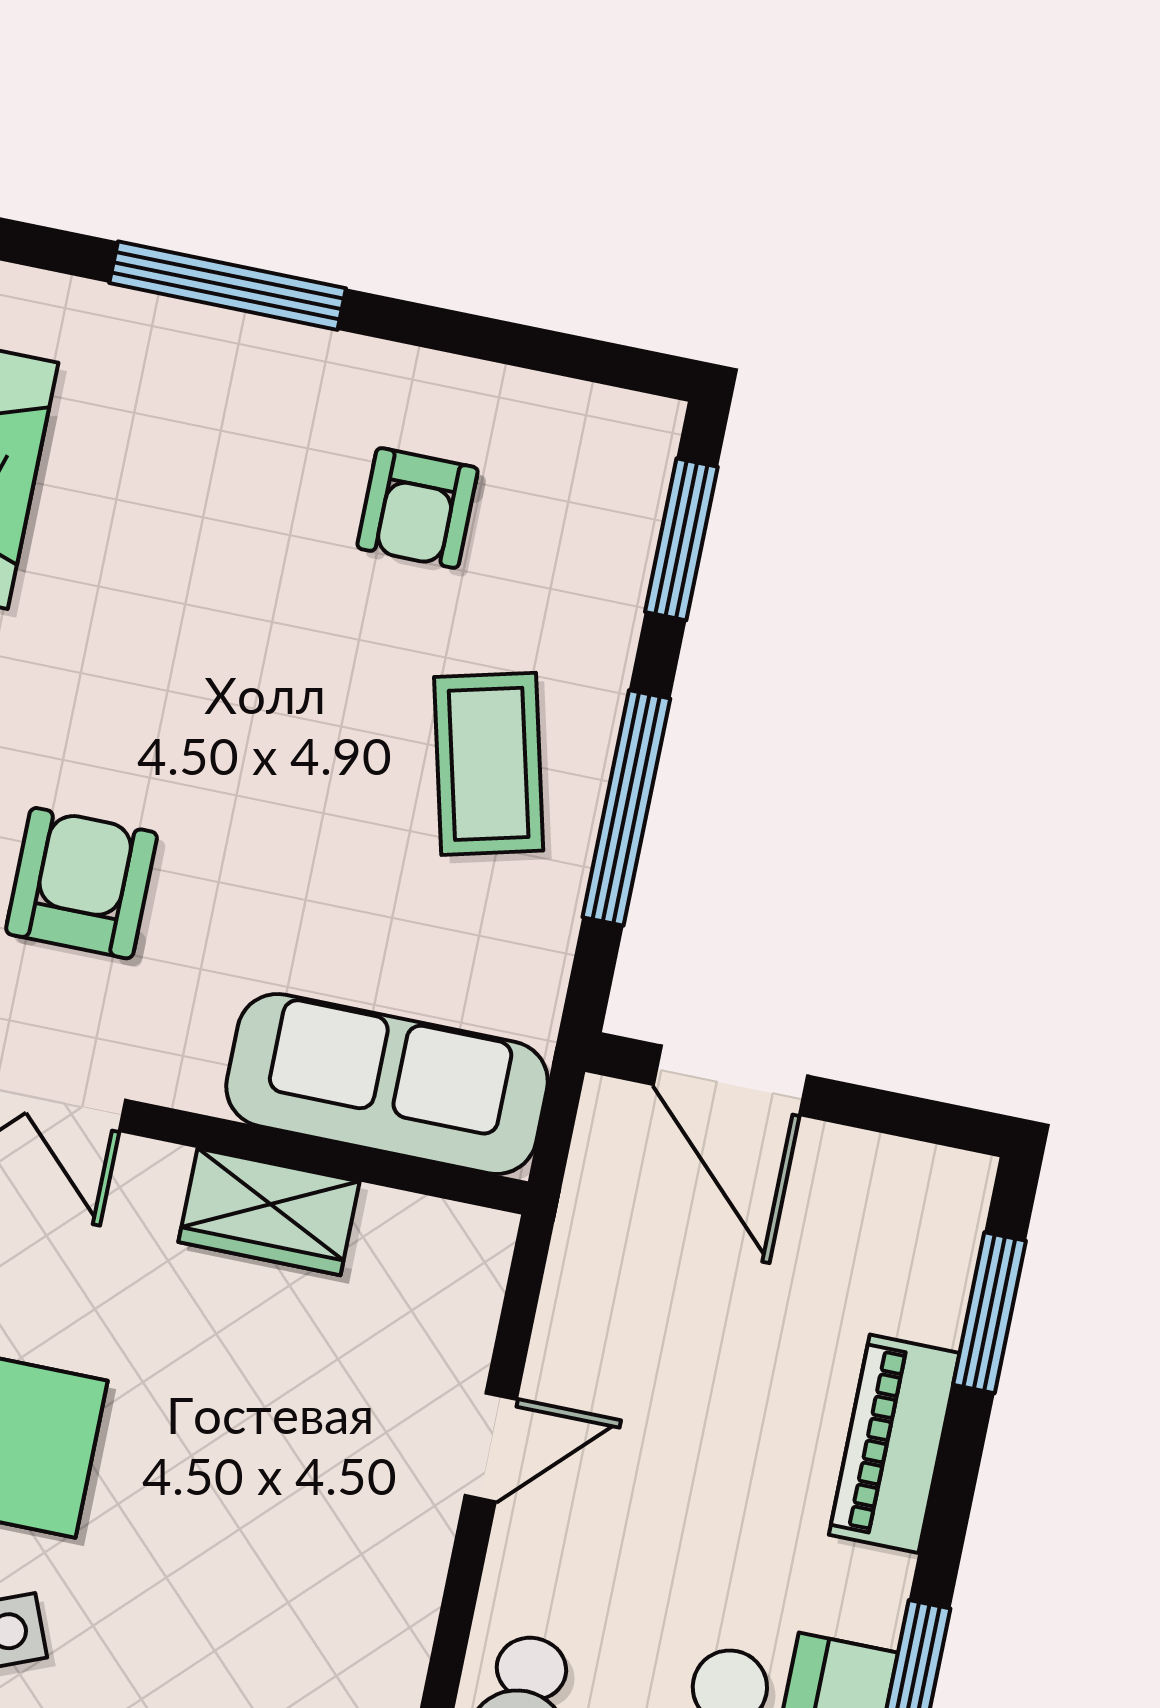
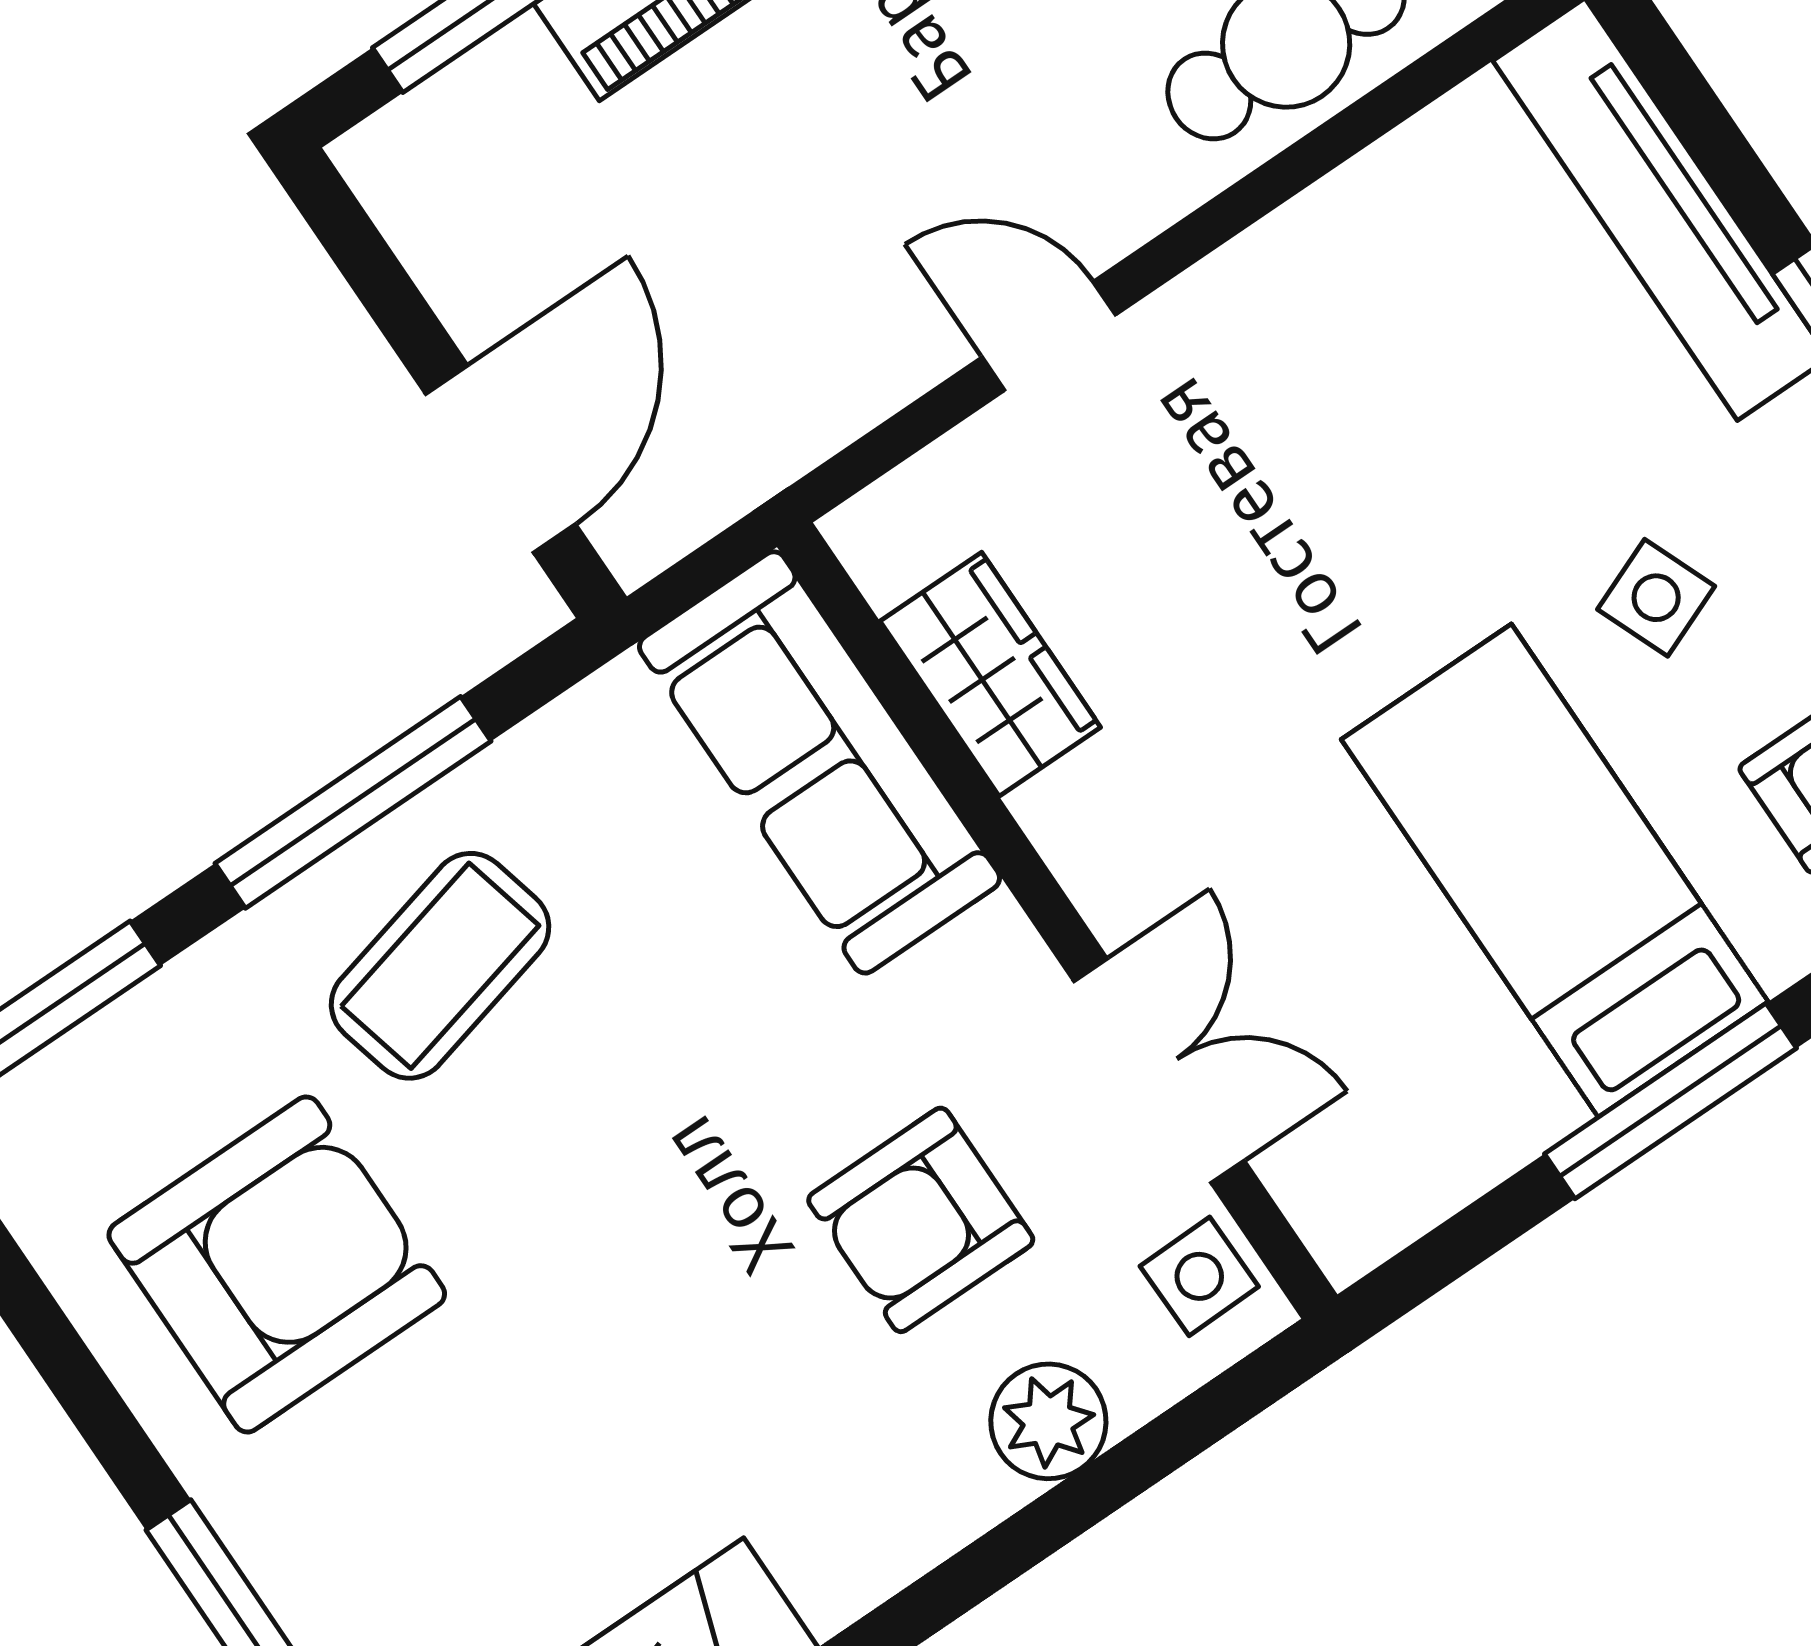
armchair: (418, 508) -> (277, 1264), width x1.88, depth x1.88
wardrobe: (269, 1212) -> (990, 674), moved

